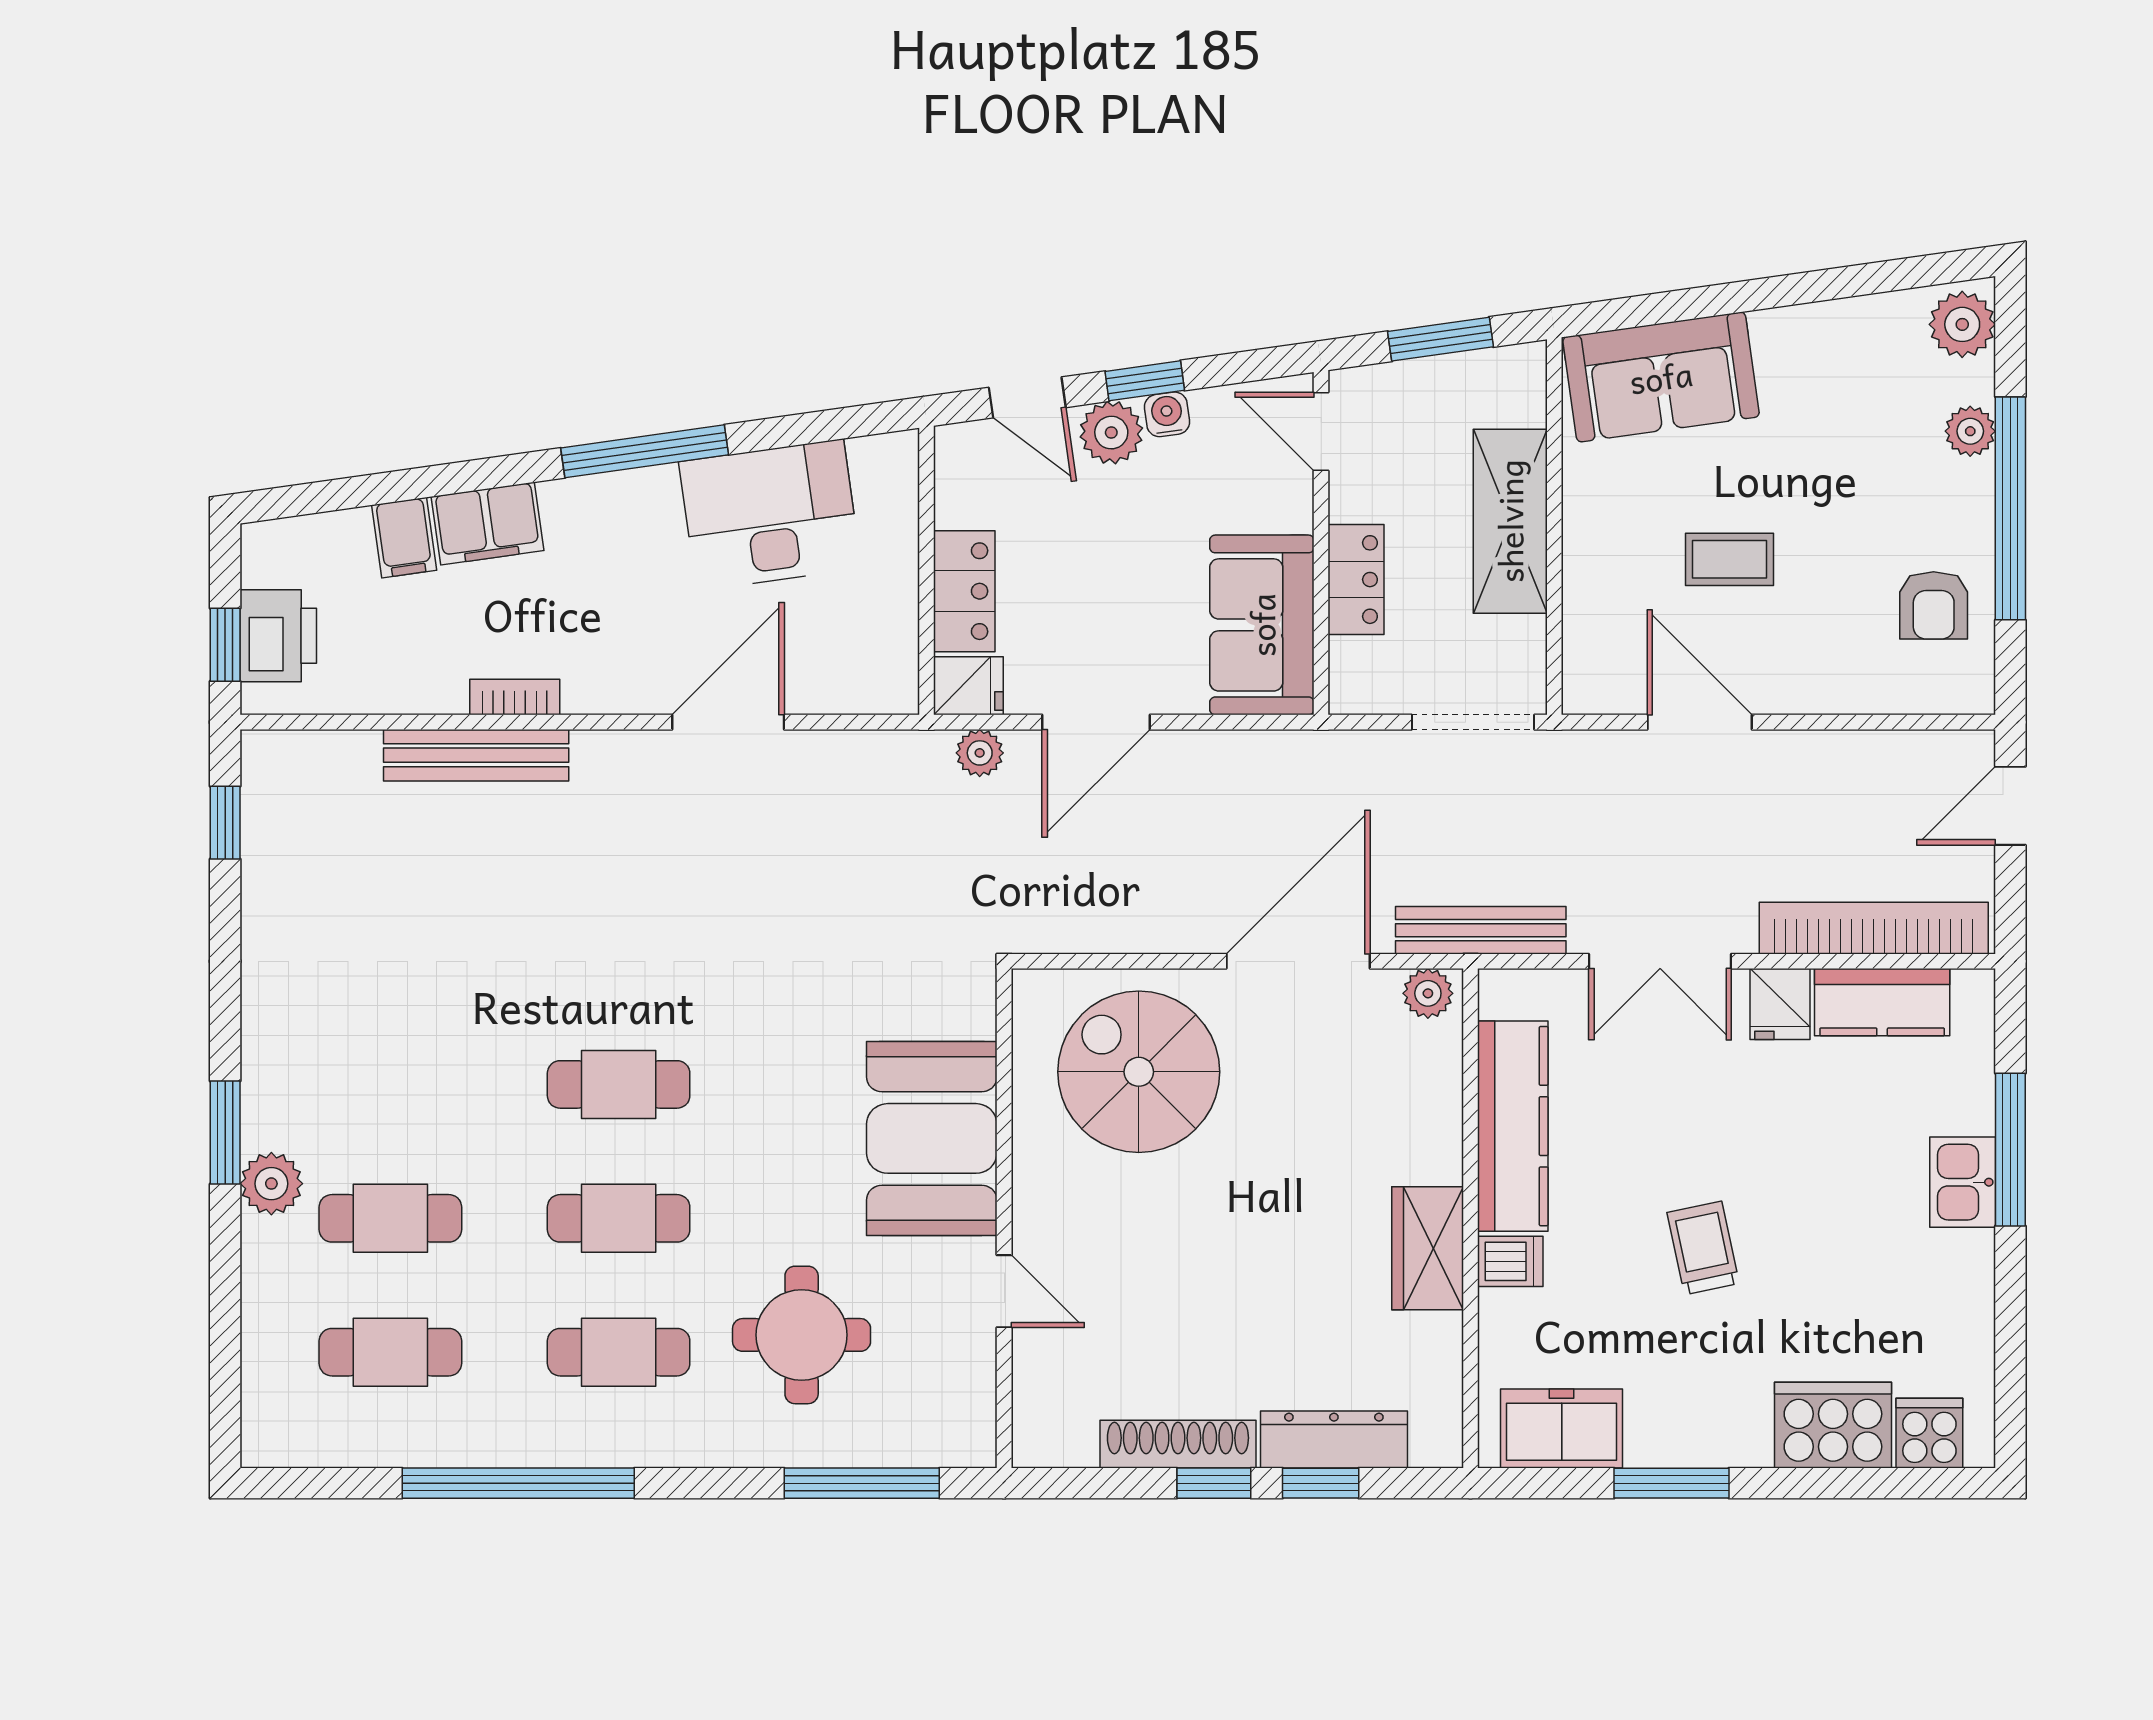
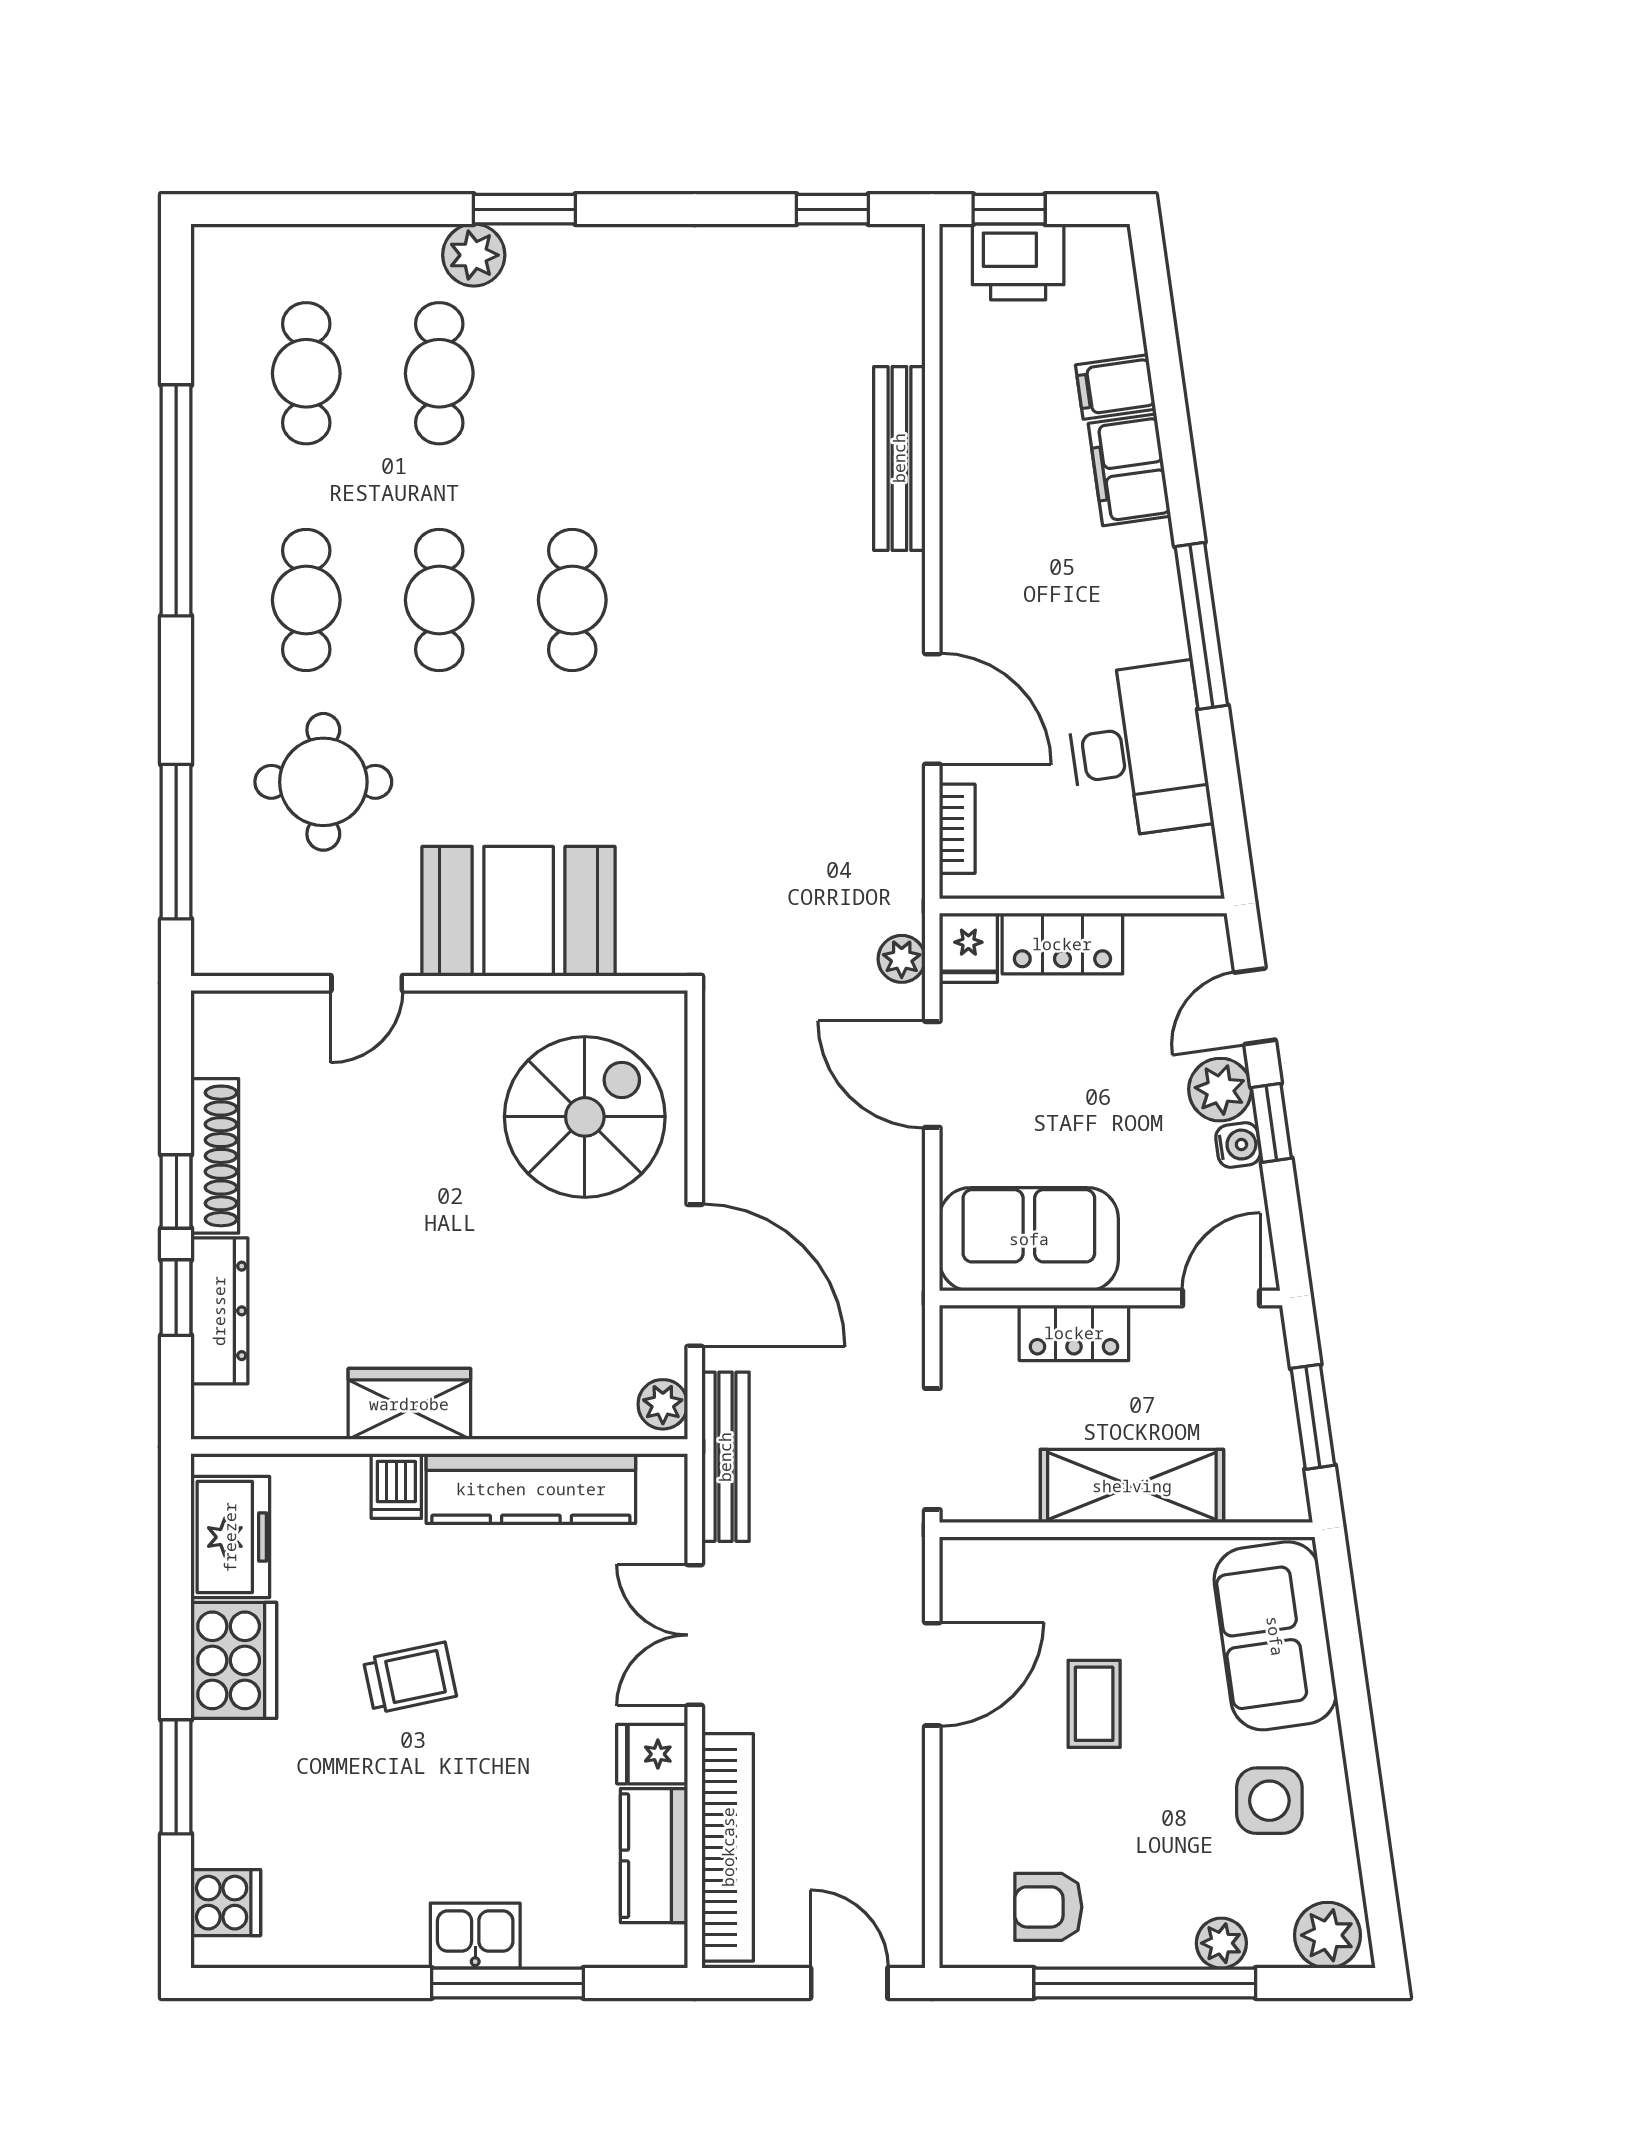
side table: (1827, 383) -> (1269, 1801), added
bookcase: (515, 697) -> (957, 829), moved
cooker: (1833, 1425) -> (234, 1660), moved
window: (1672, 1483) -> (176, 1777), moved

